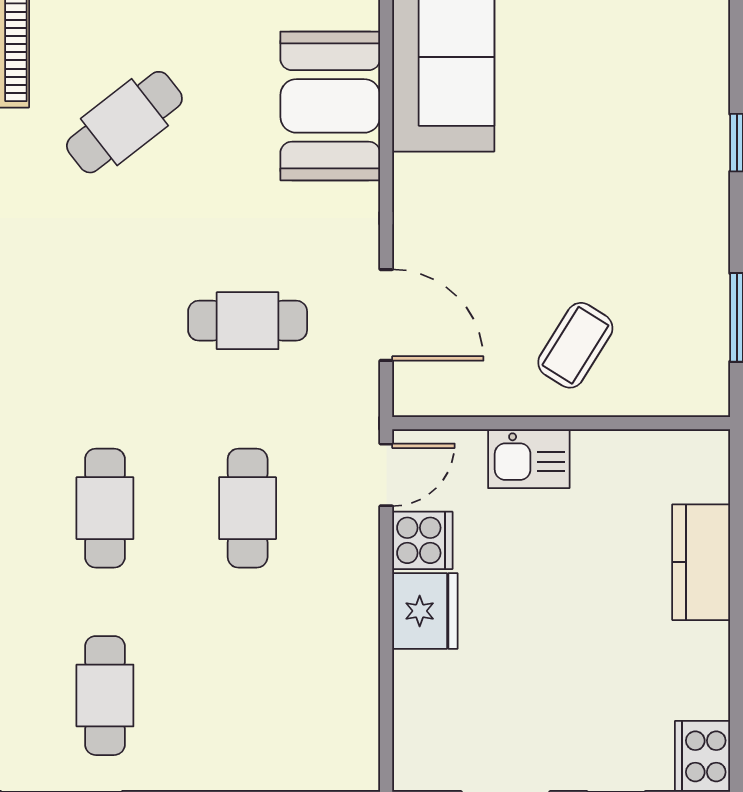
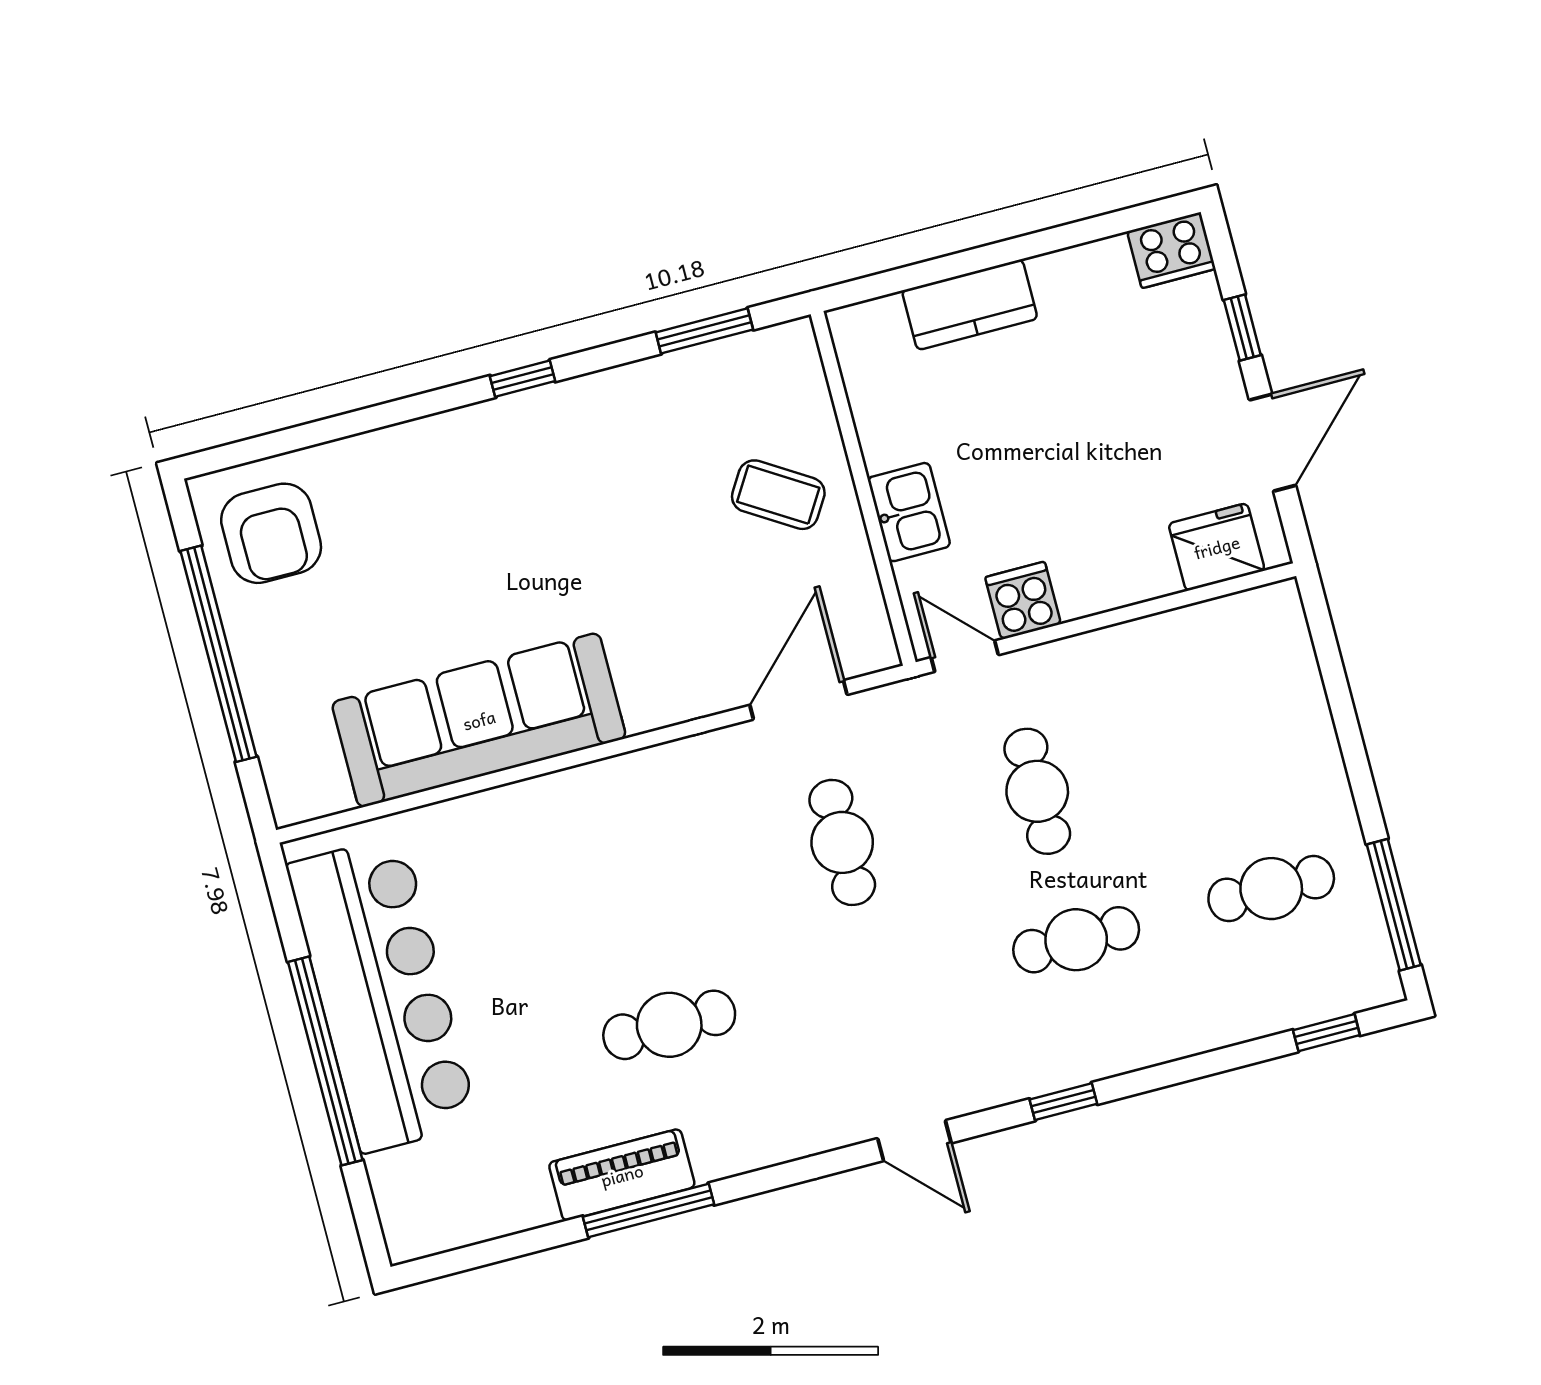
booth: (330, 106) -> (596, 815), removed
cafe table: (124, 122) -> (669, 1025), turned -52
cafe table: (248, 508) -> (1037, 791), turned 90
fridge: (425, 611) -> (1217, 547), moved

